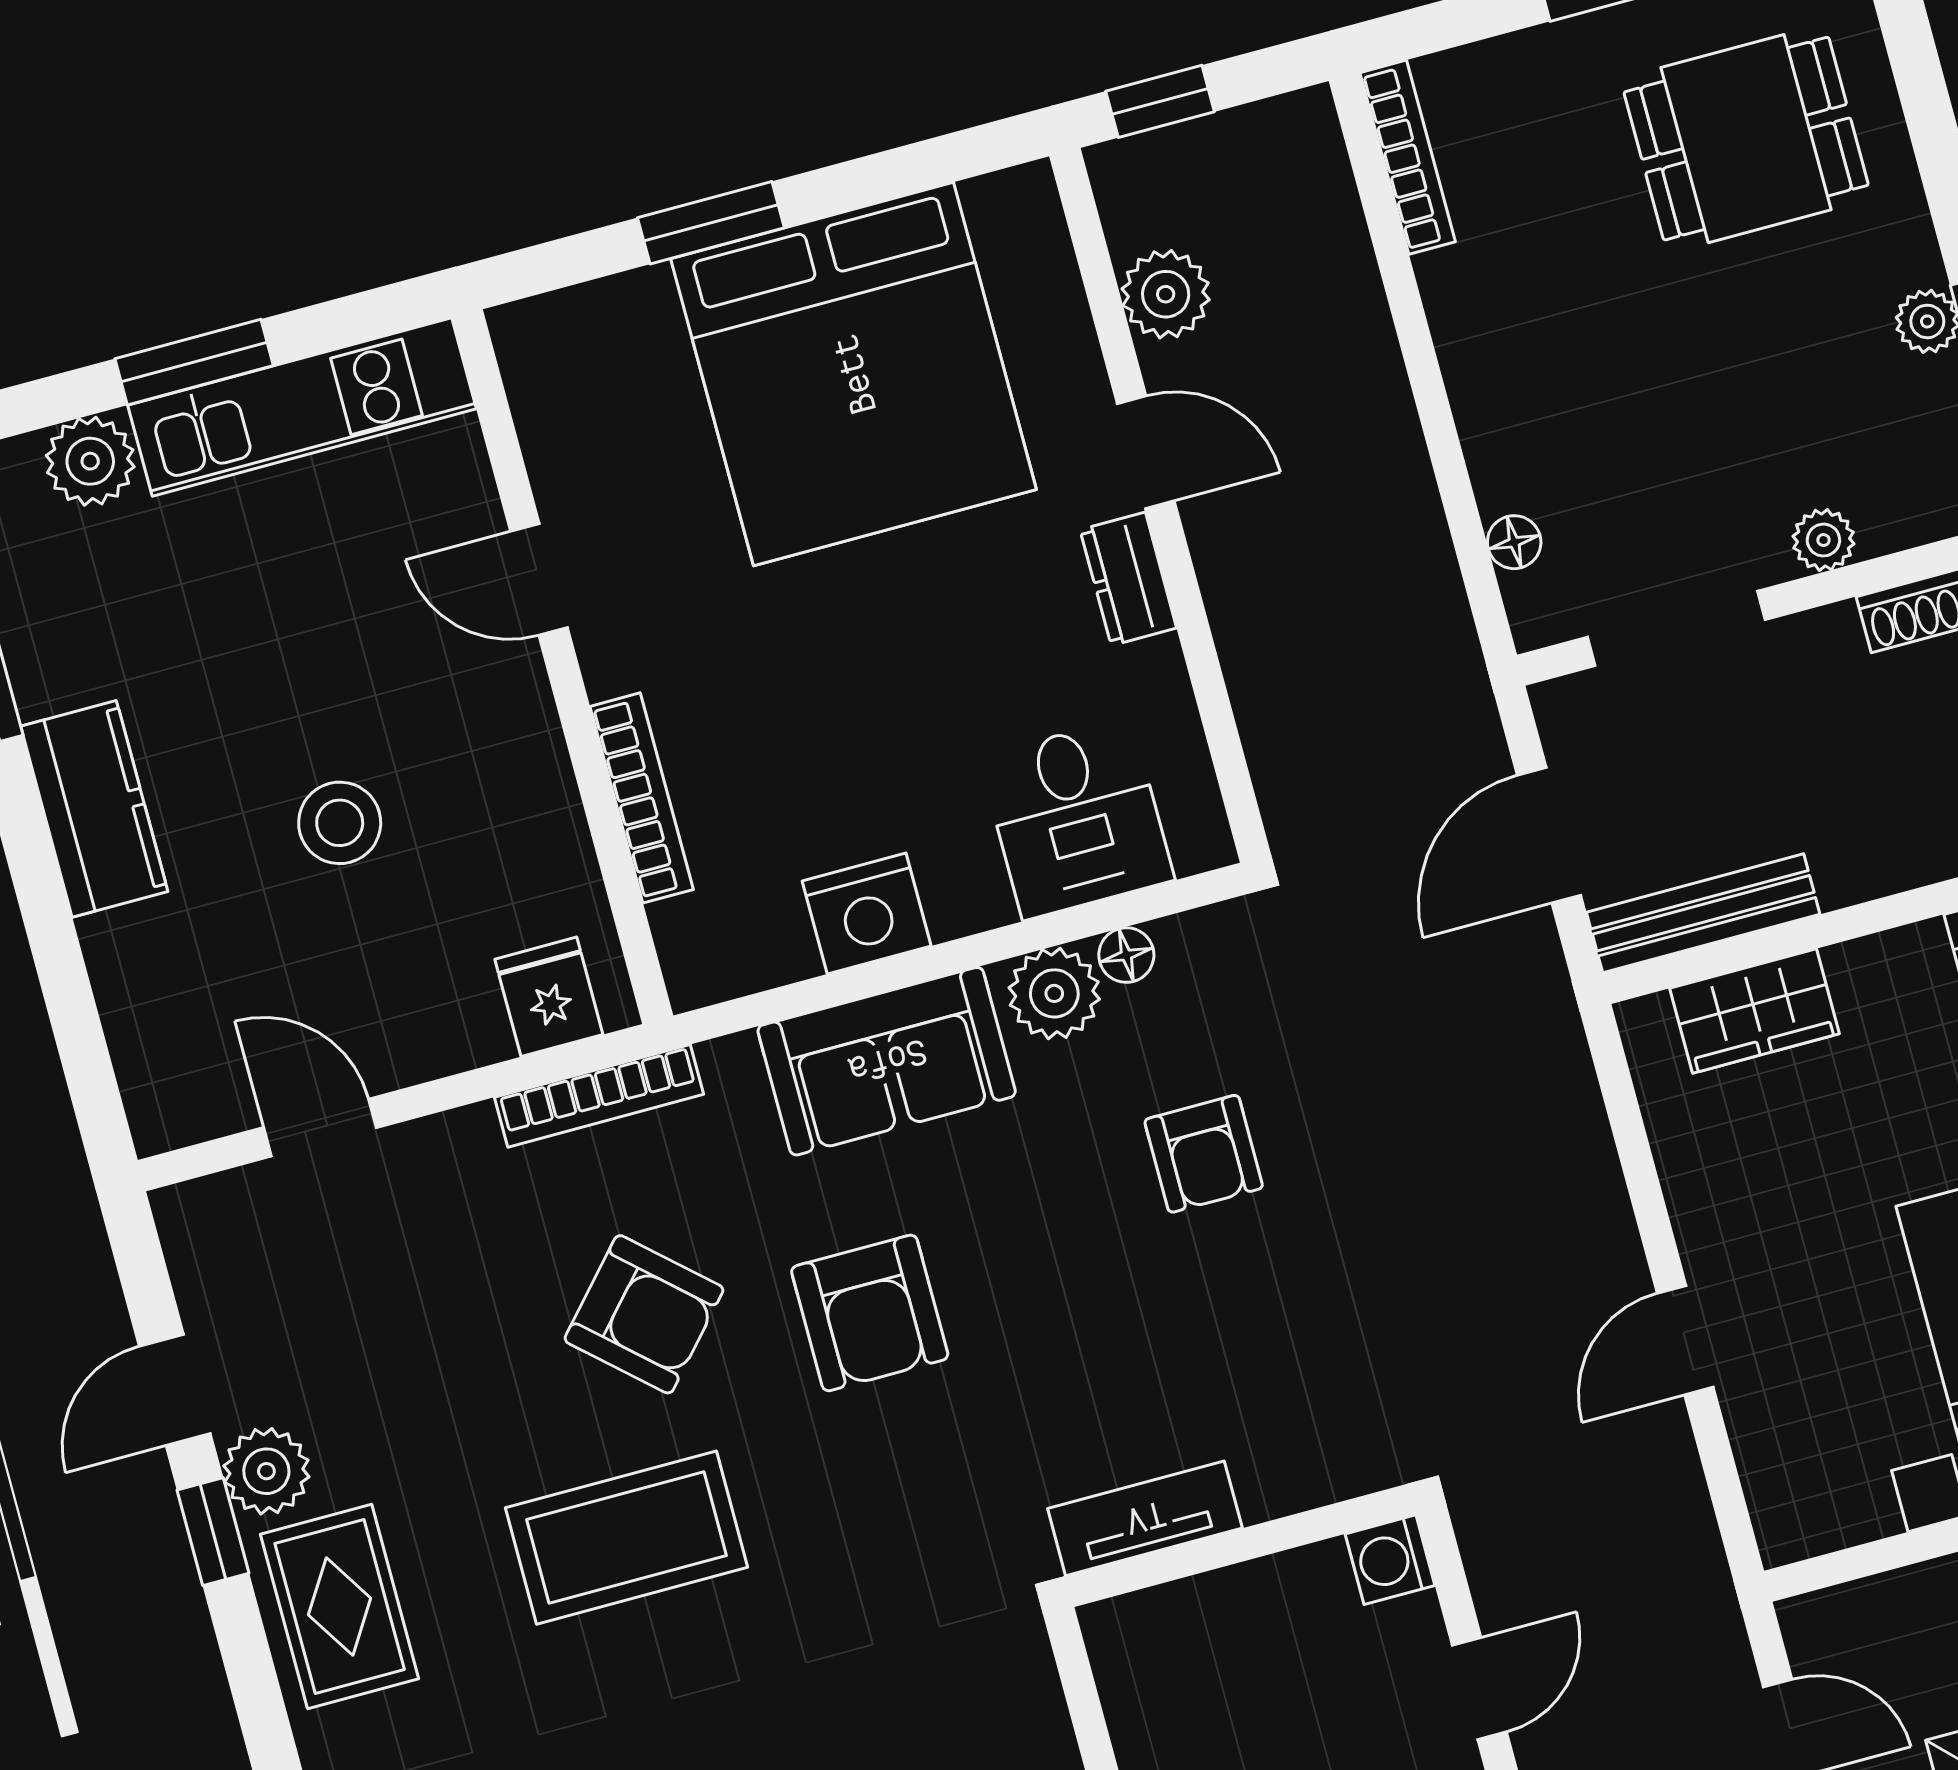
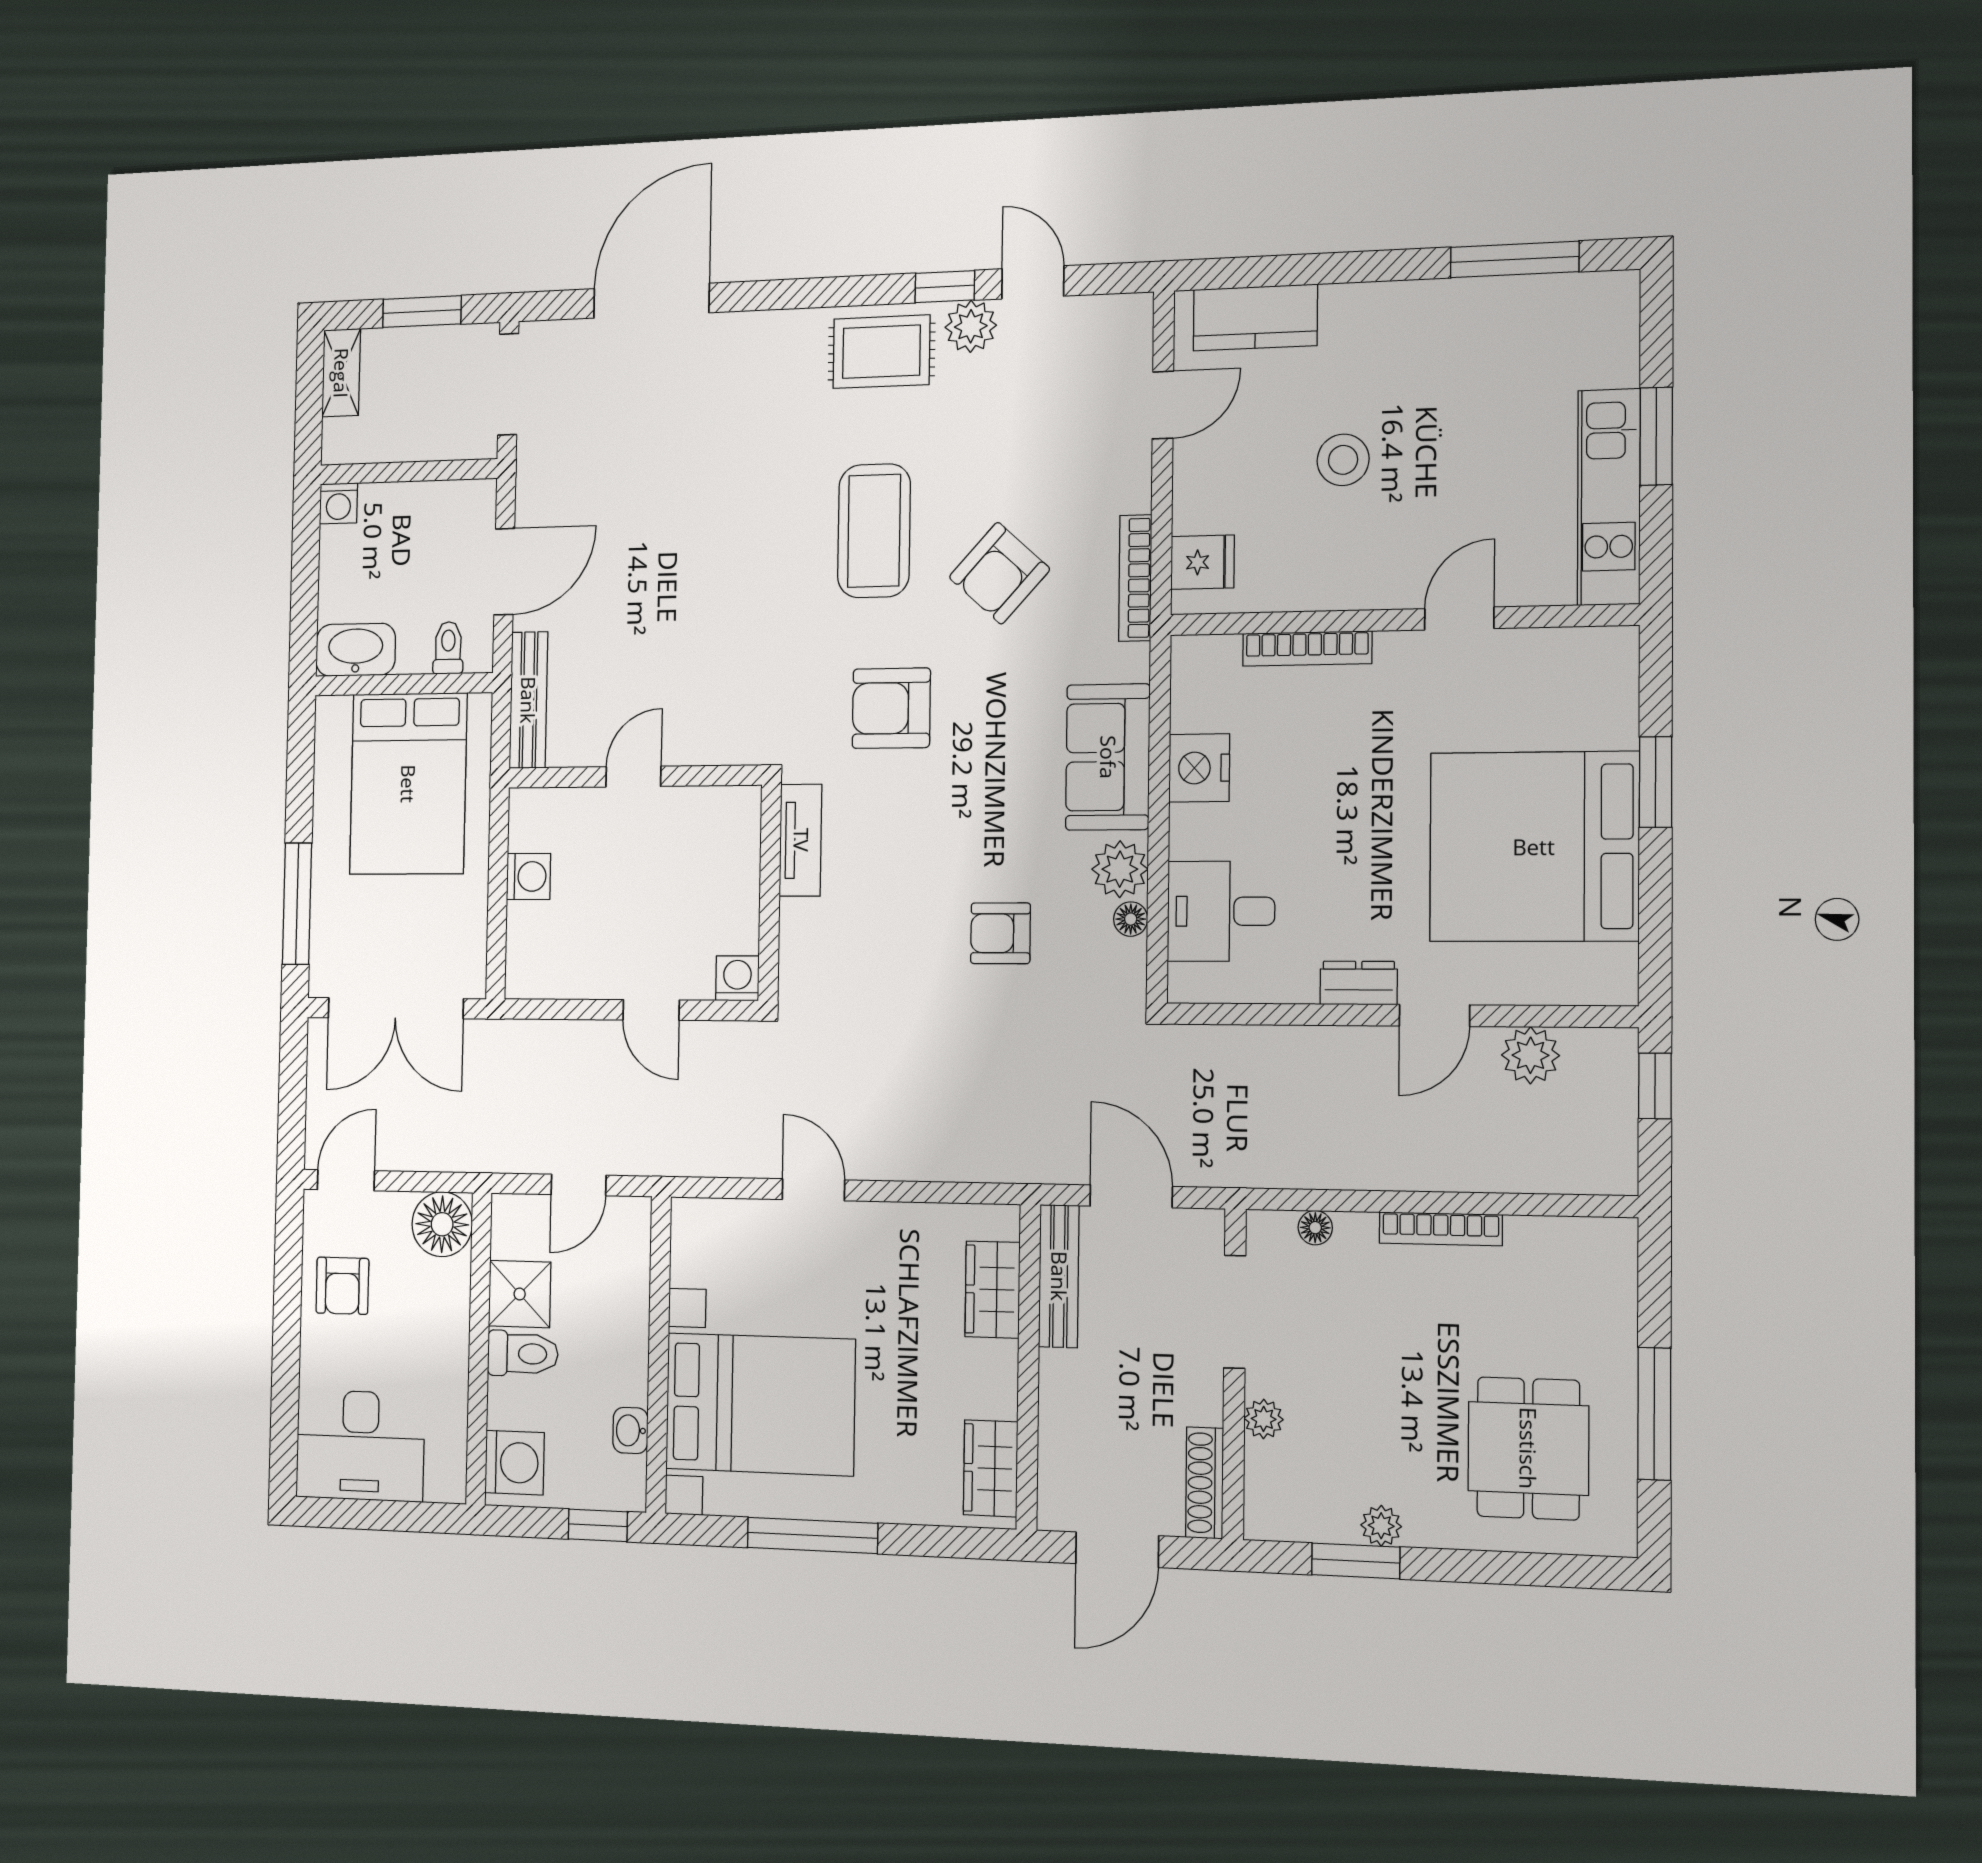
bookcase: (1408, 157) -> (1441, 1229), moved
plant: (90, 461) -> (1611, 357), removed
kitchen counter: (94, 809) -> (1255, 318), moved
armchair: (870, 1313) -> (891, 708), moved

